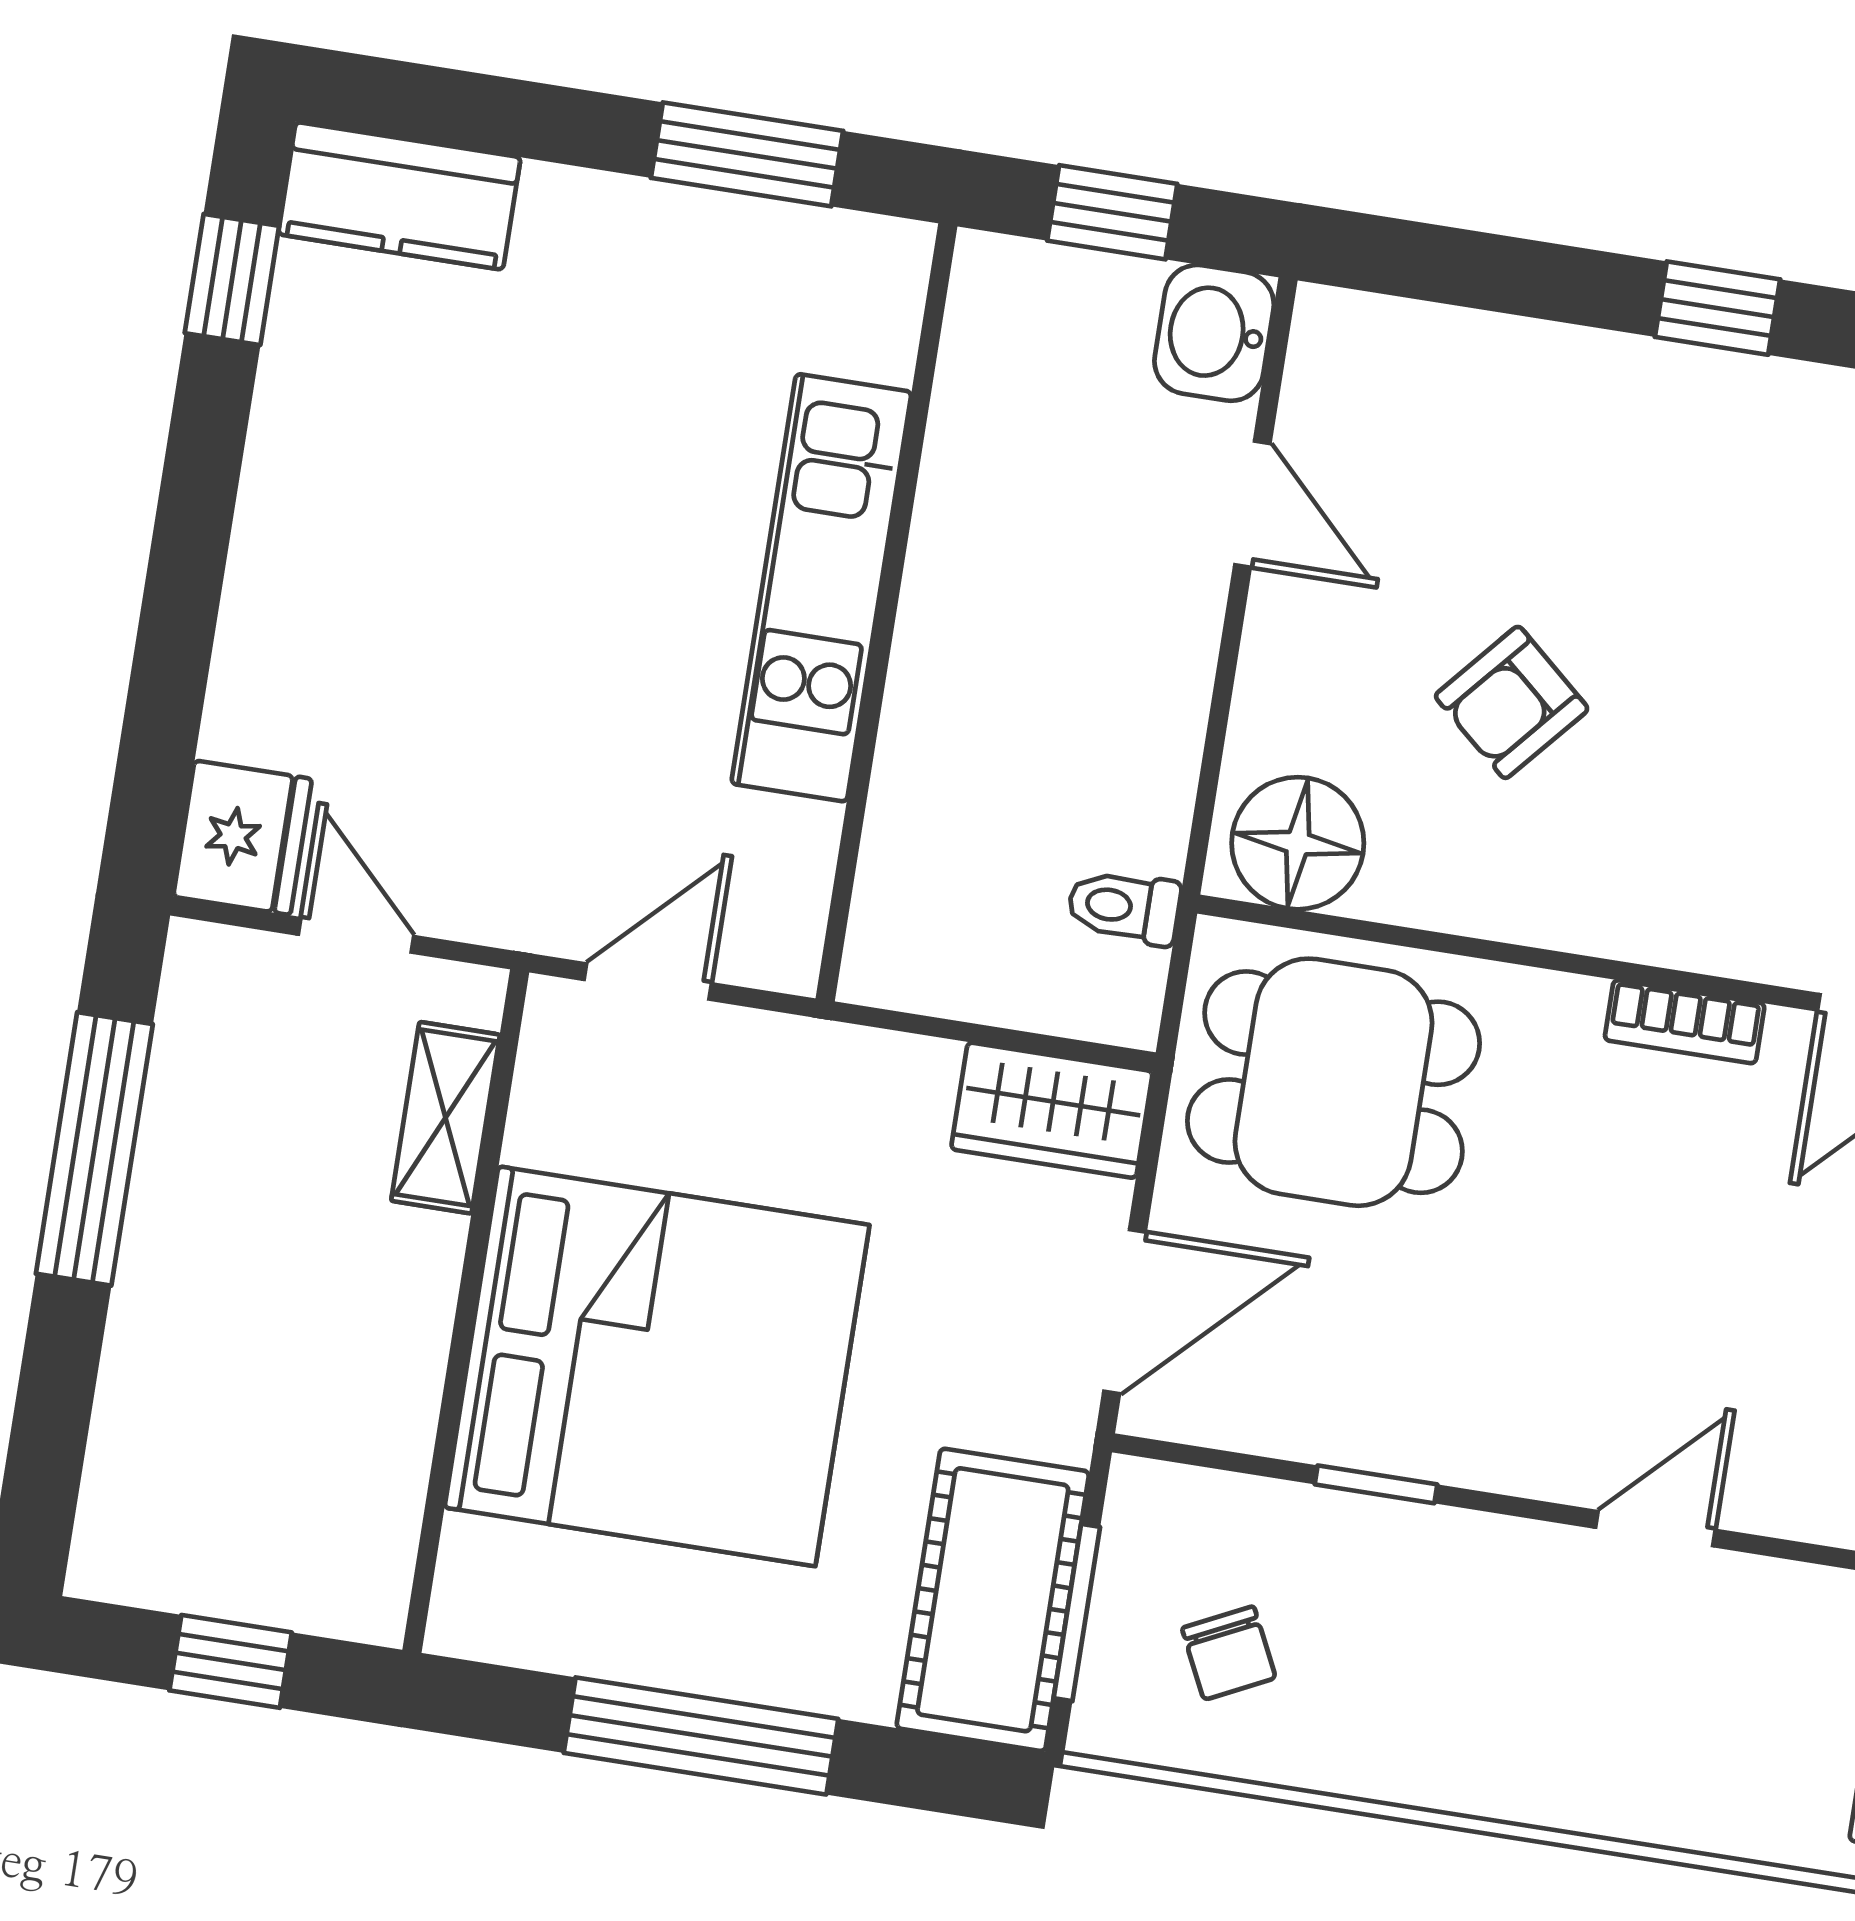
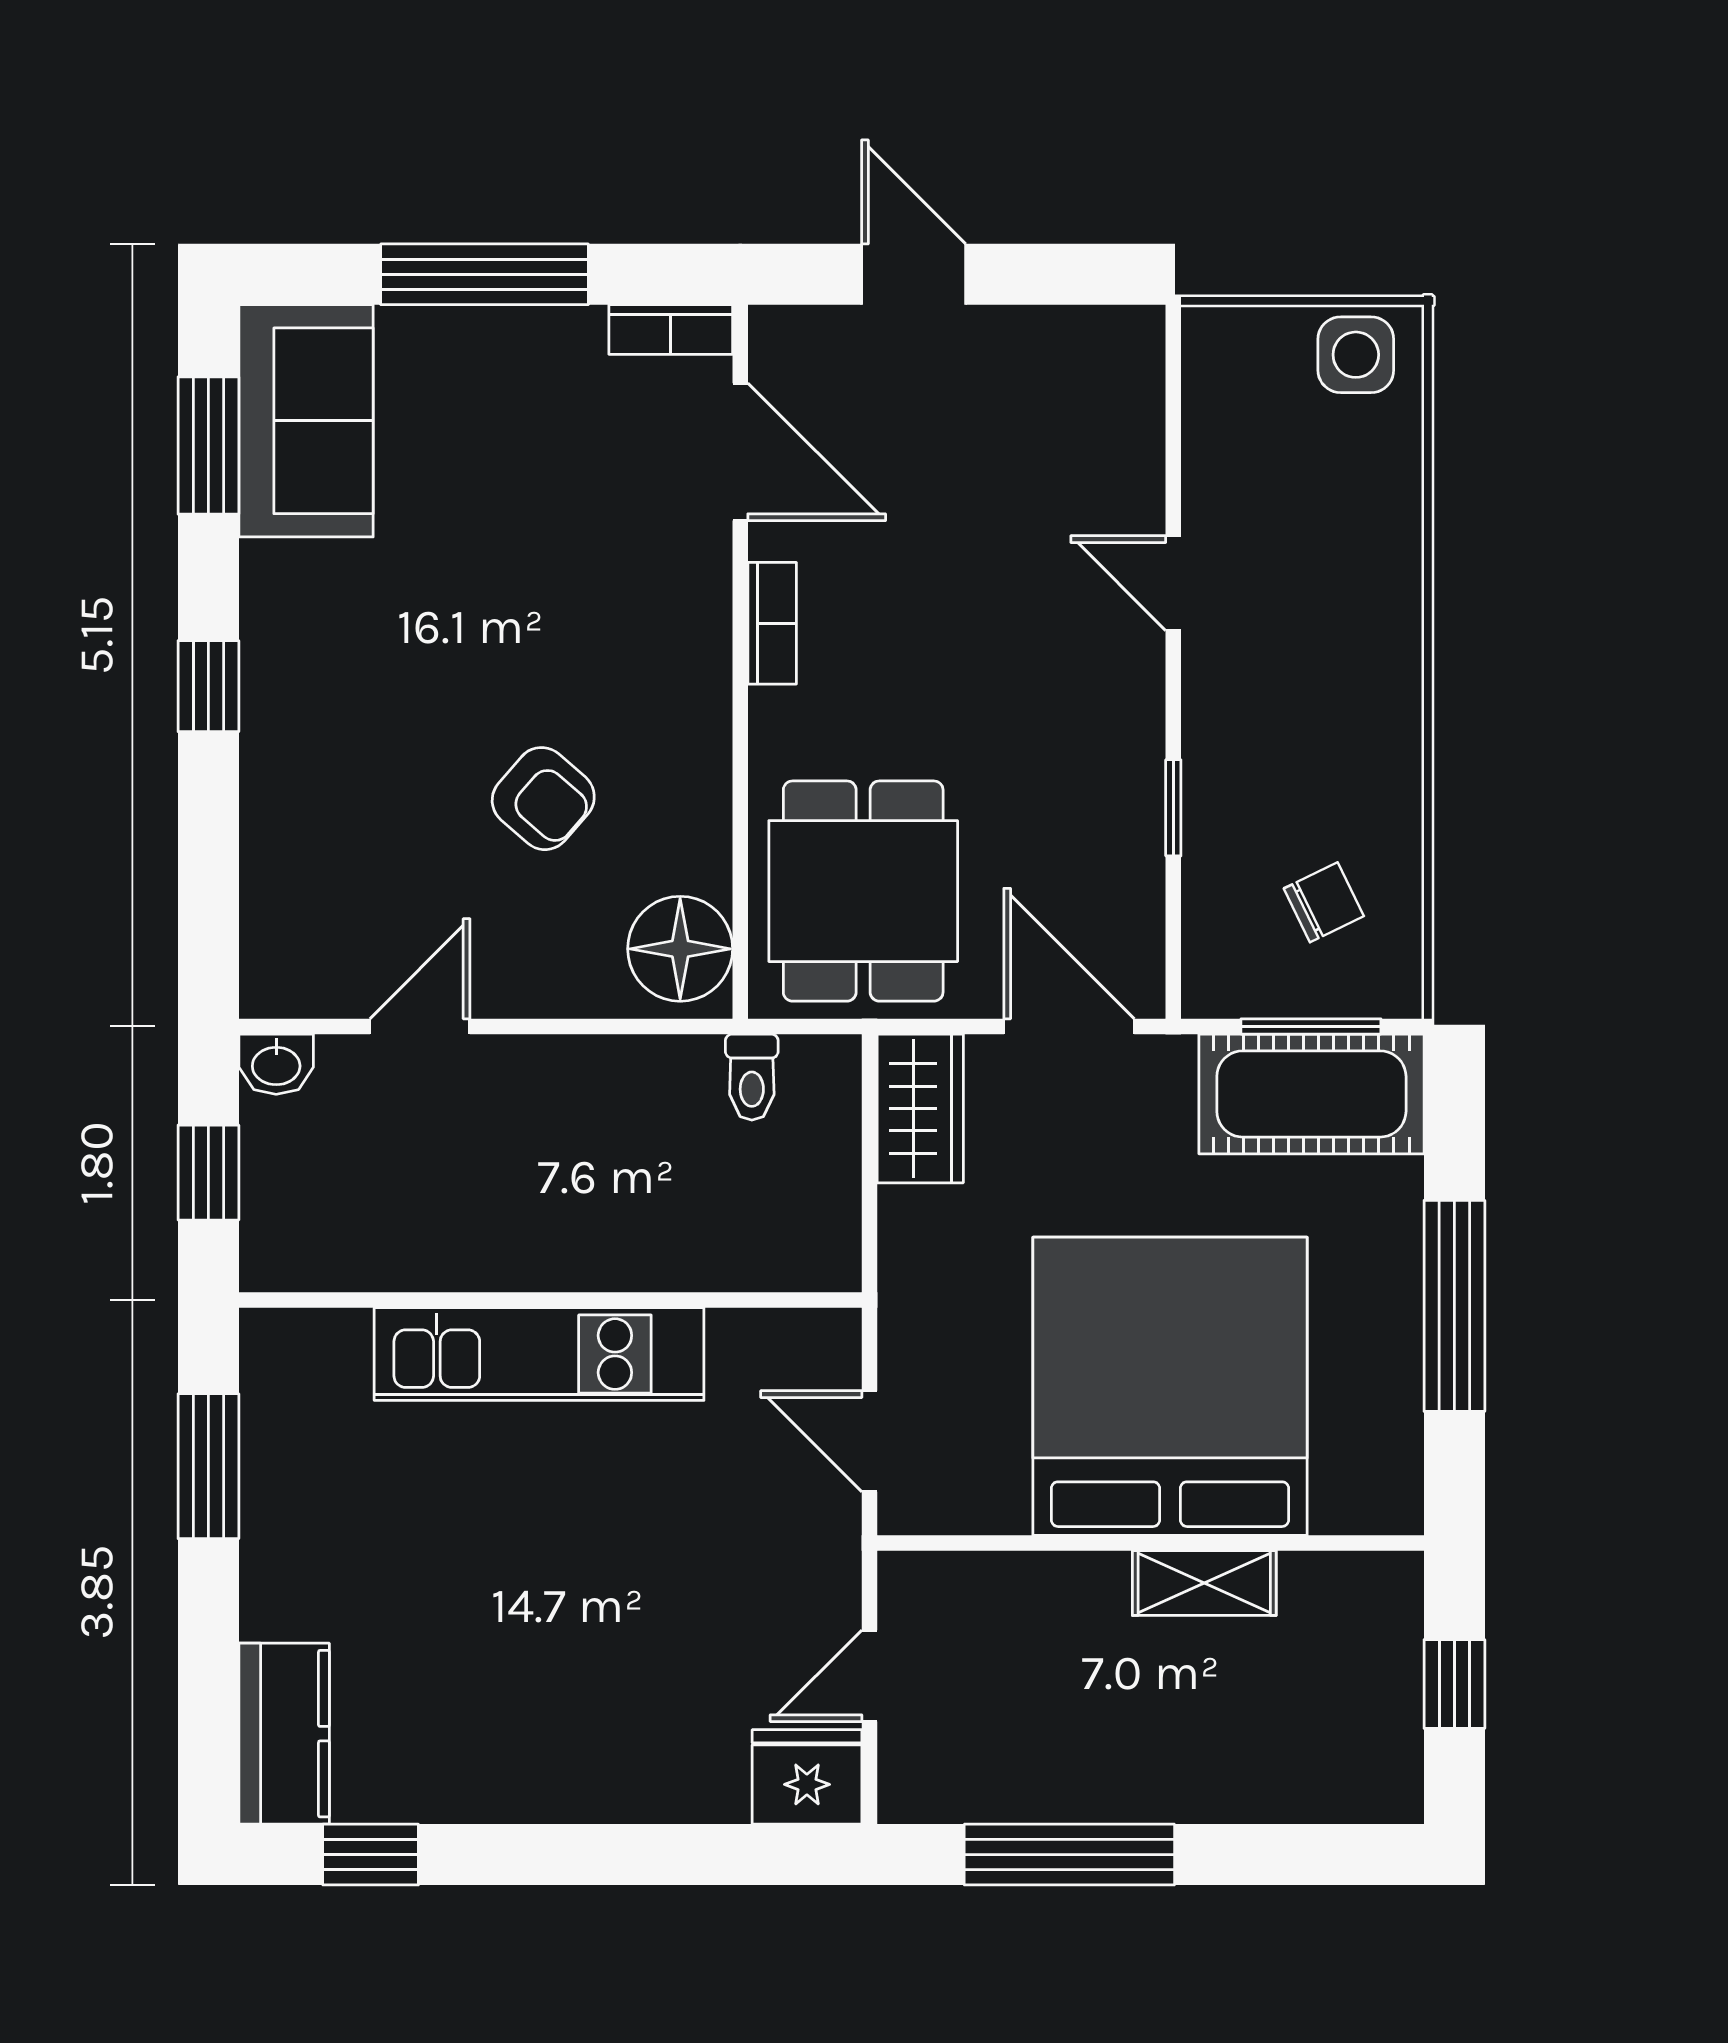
washbasin: (1214, 333) -> (276, 1064), width x0.72, depth x0.69
shelving: (445, 1118) -> (1204, 1583), moved

